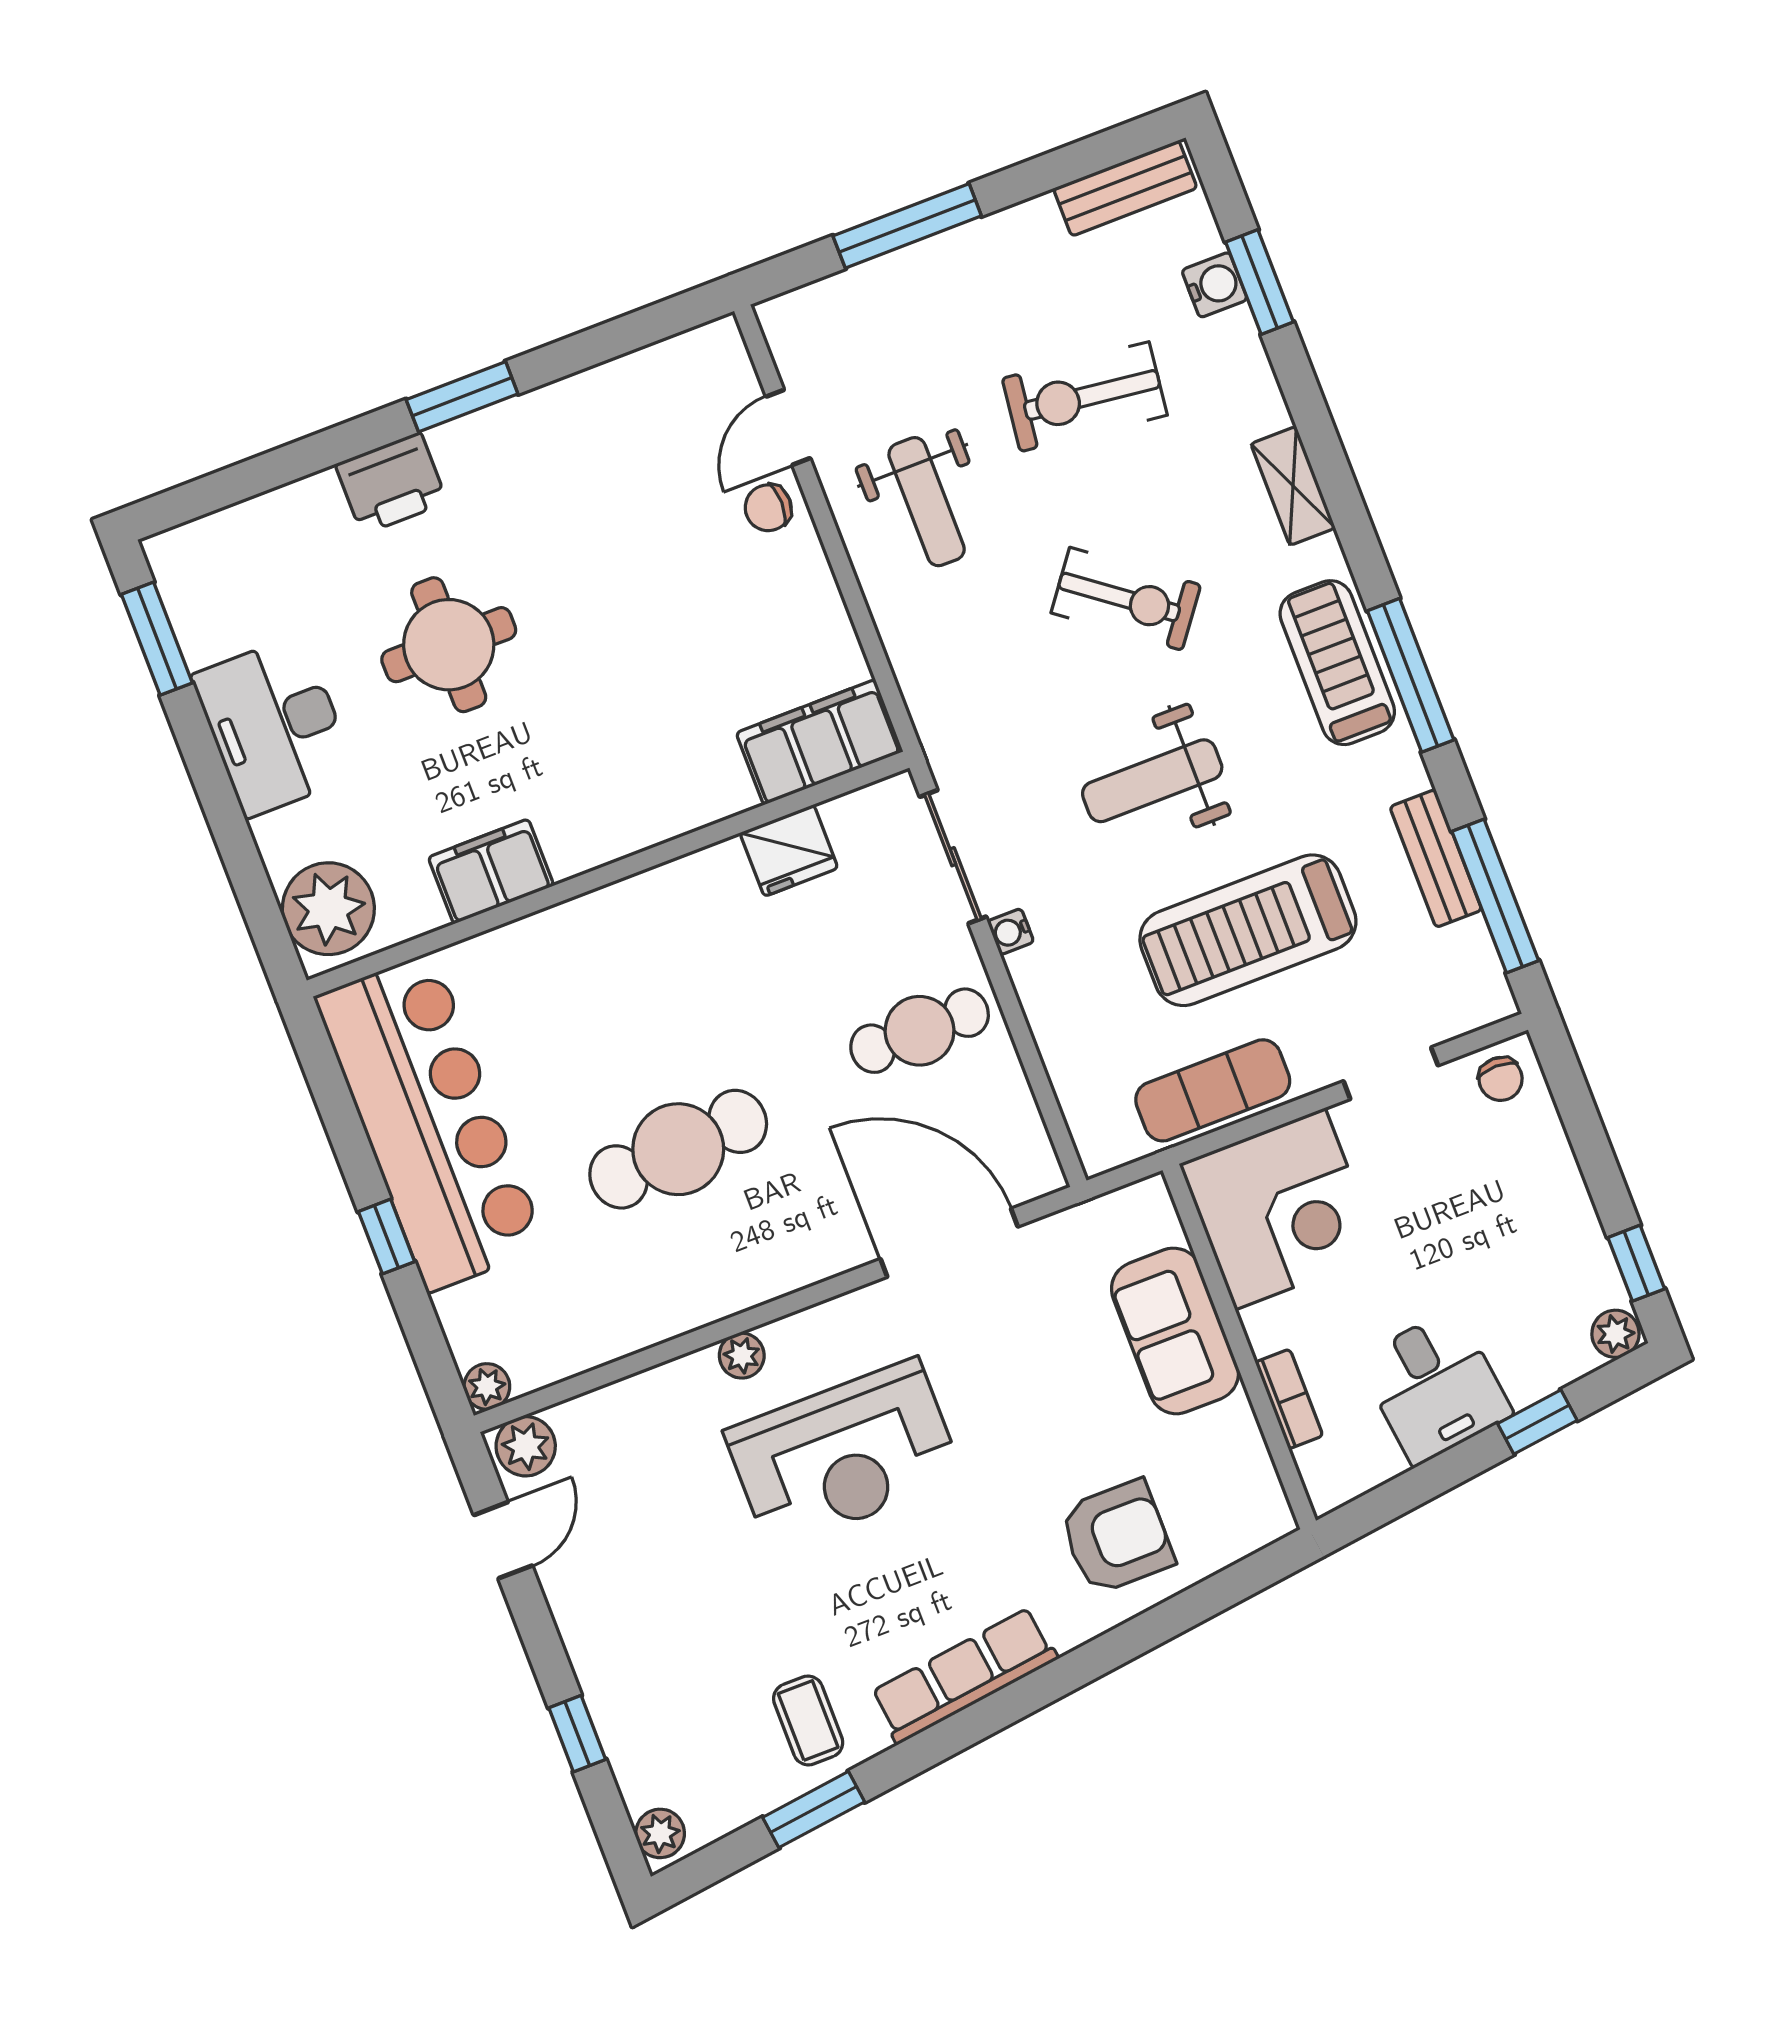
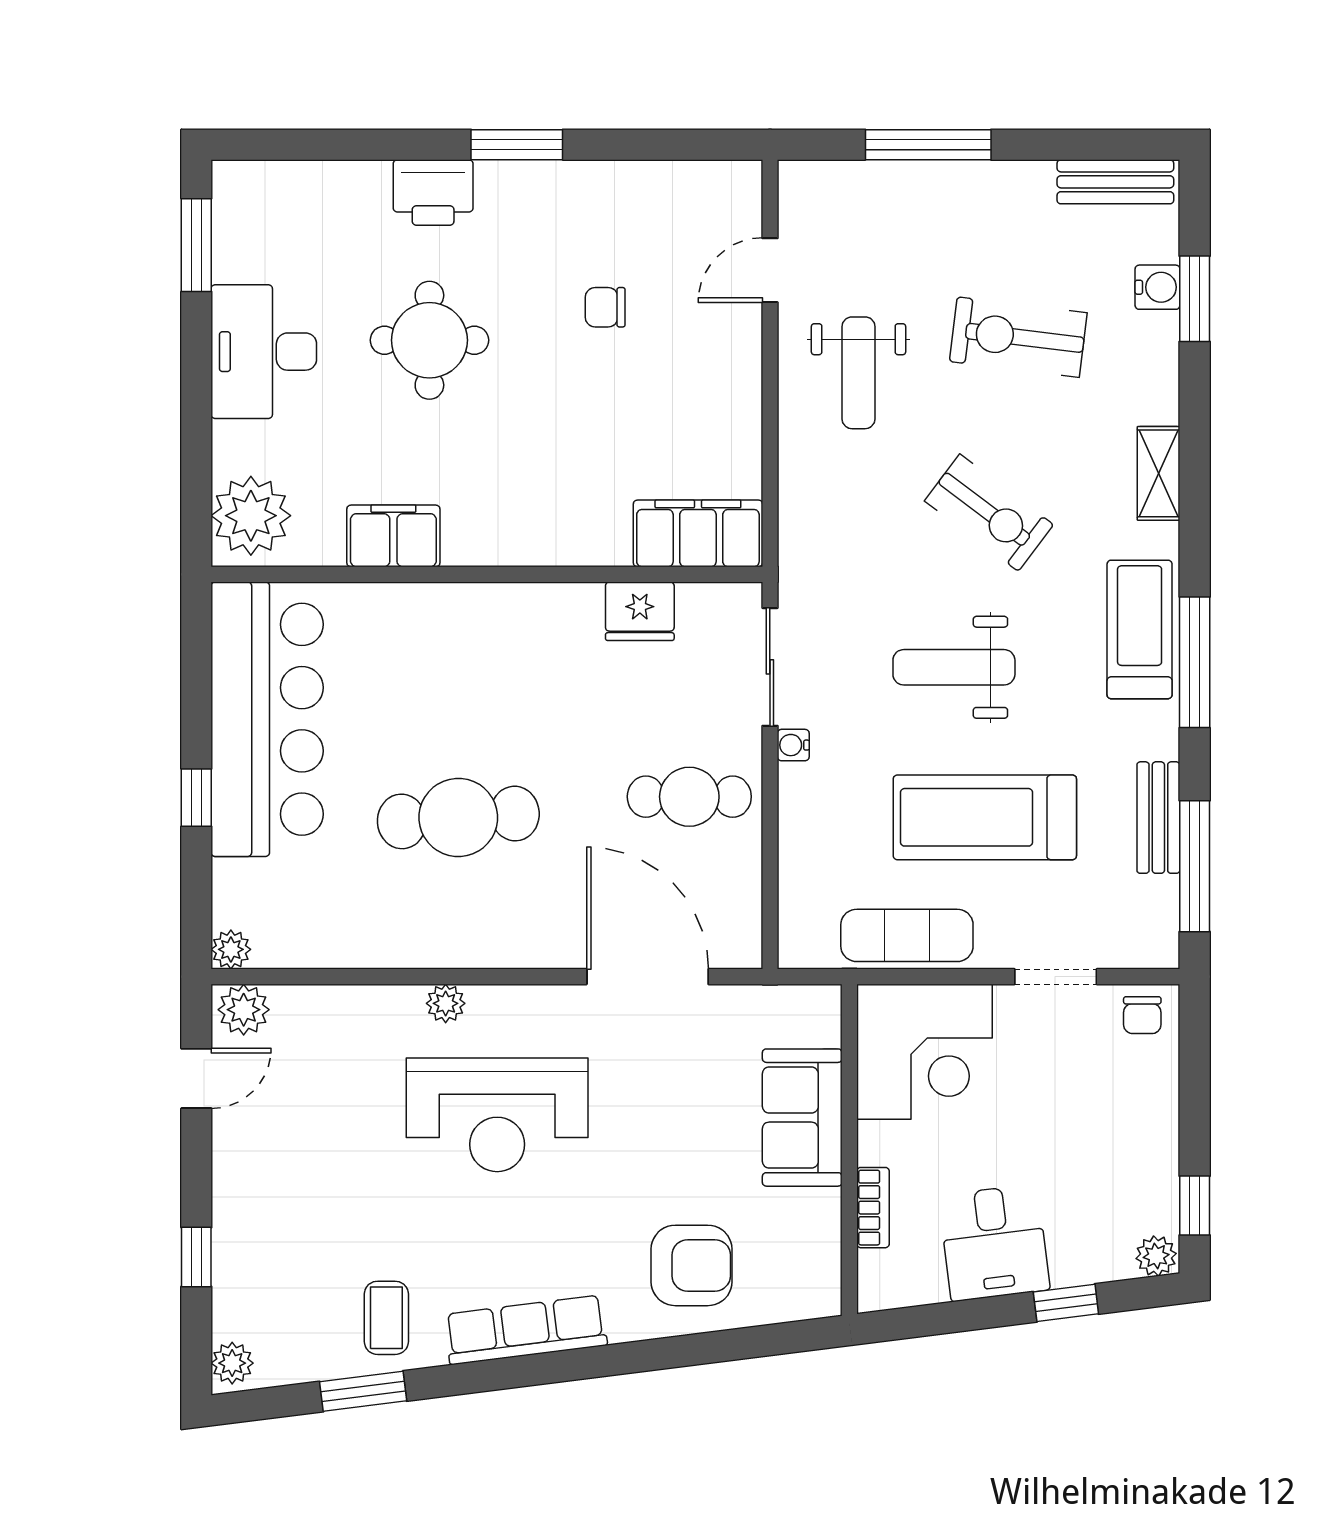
chair: (768, 508) -> (605, 307), moved

